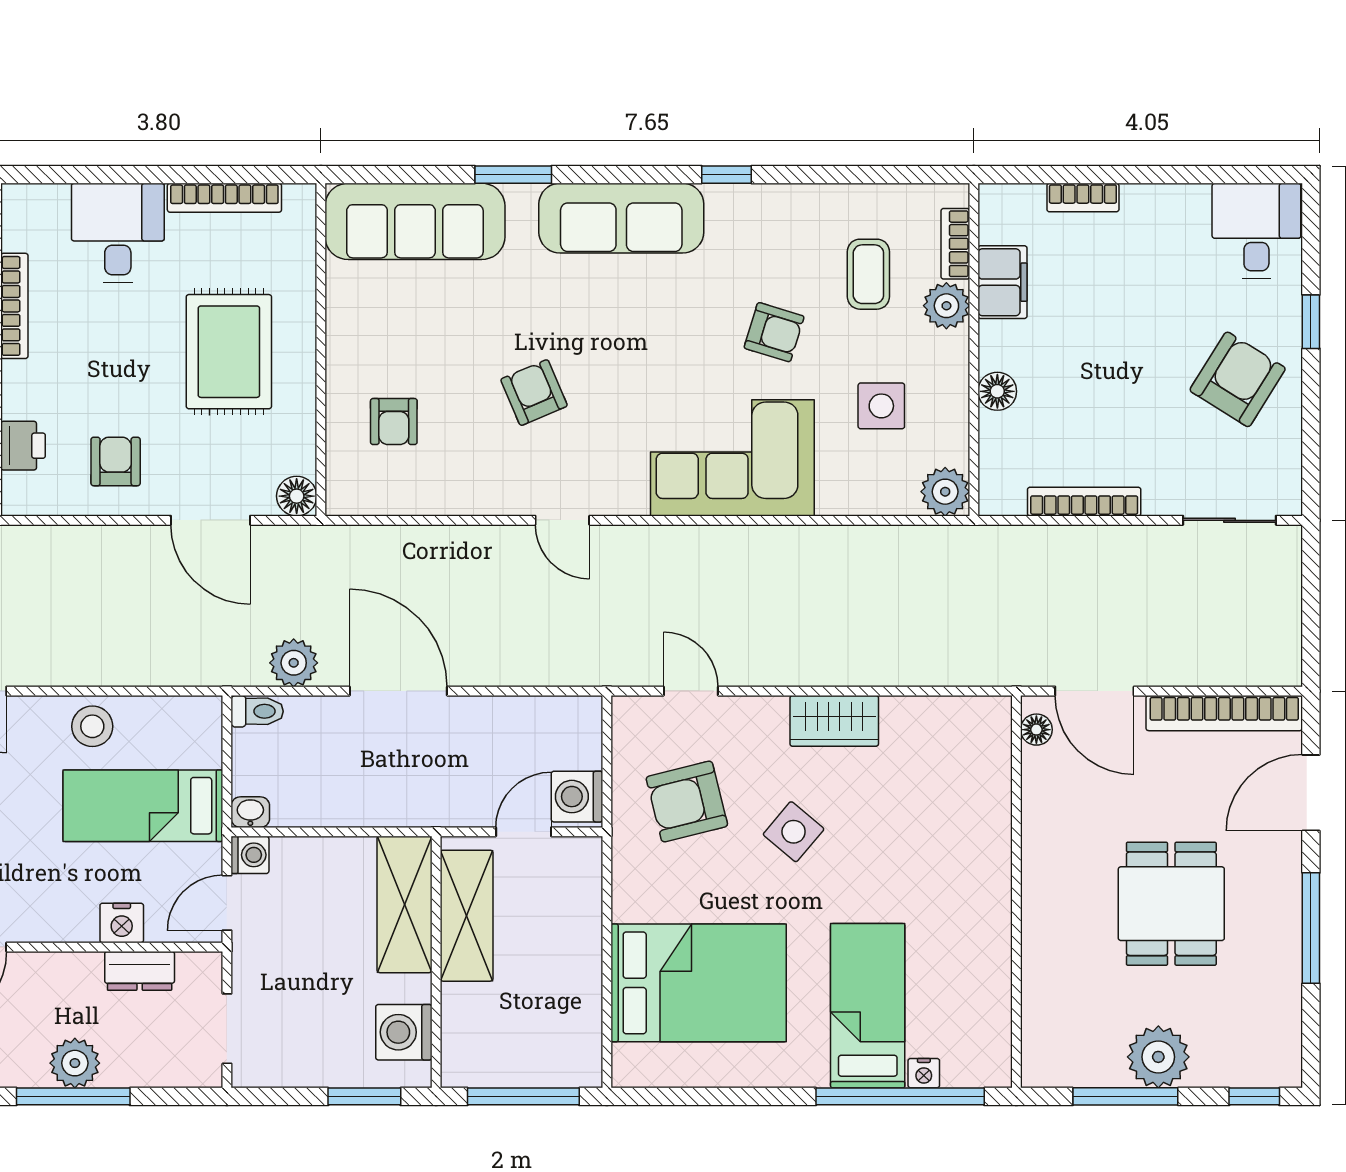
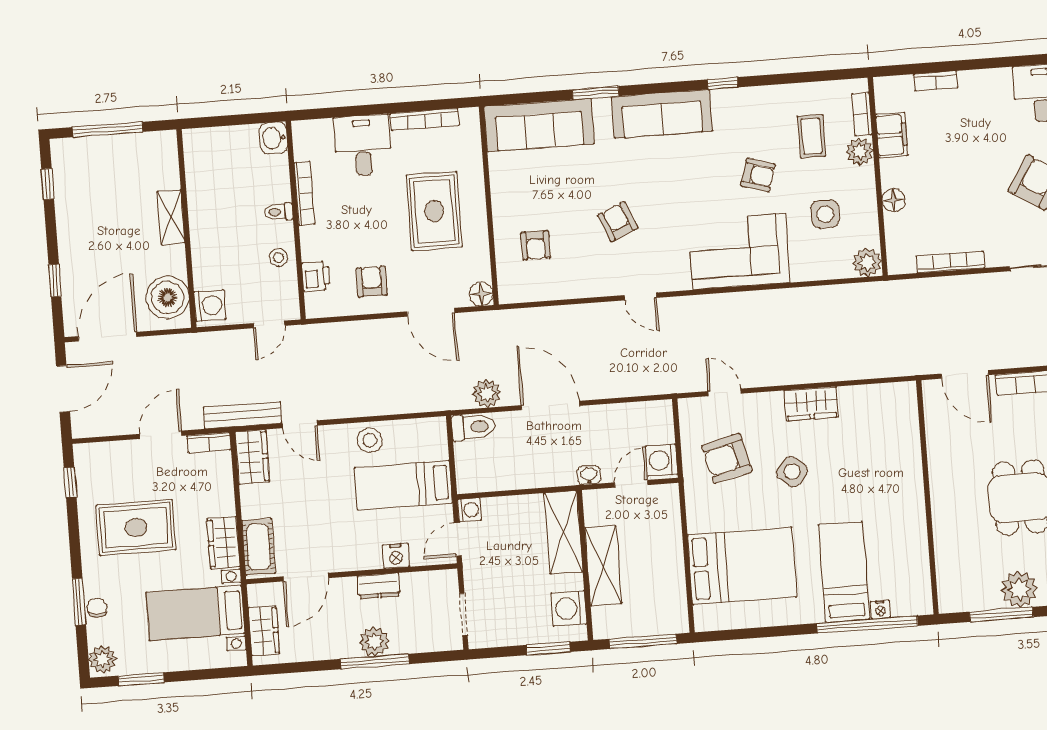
toilet: (257, 711) -> (473, 427), width x1.37, depth x1.39
floor lamp: (1036, 730) -> (932, 400), removed
washbasin: (250, 812) -> (589, 475), moved
shelving: (467, 916) -> (603, 566), moved
dresser: (140, 971) -> (379, 586), moved

